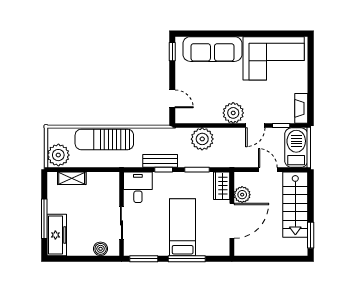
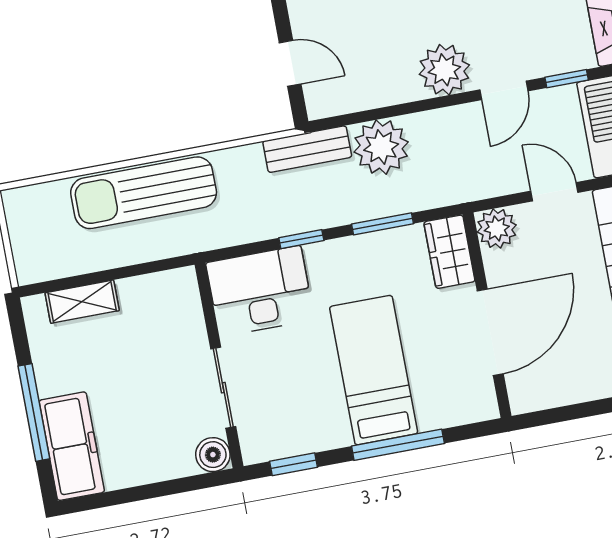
plant: (58, 155) -> (39, 251), removed
bench: (160, 161) -> (307, 149), moved
desk: (138, 187) -> (260, 291), width x1.37
plant: (242, 195) -> (497, 229), moved
boiler: (101, 249) -> (213, 455), moved
window: (144, 259) -> (293, 464), width x0.67

